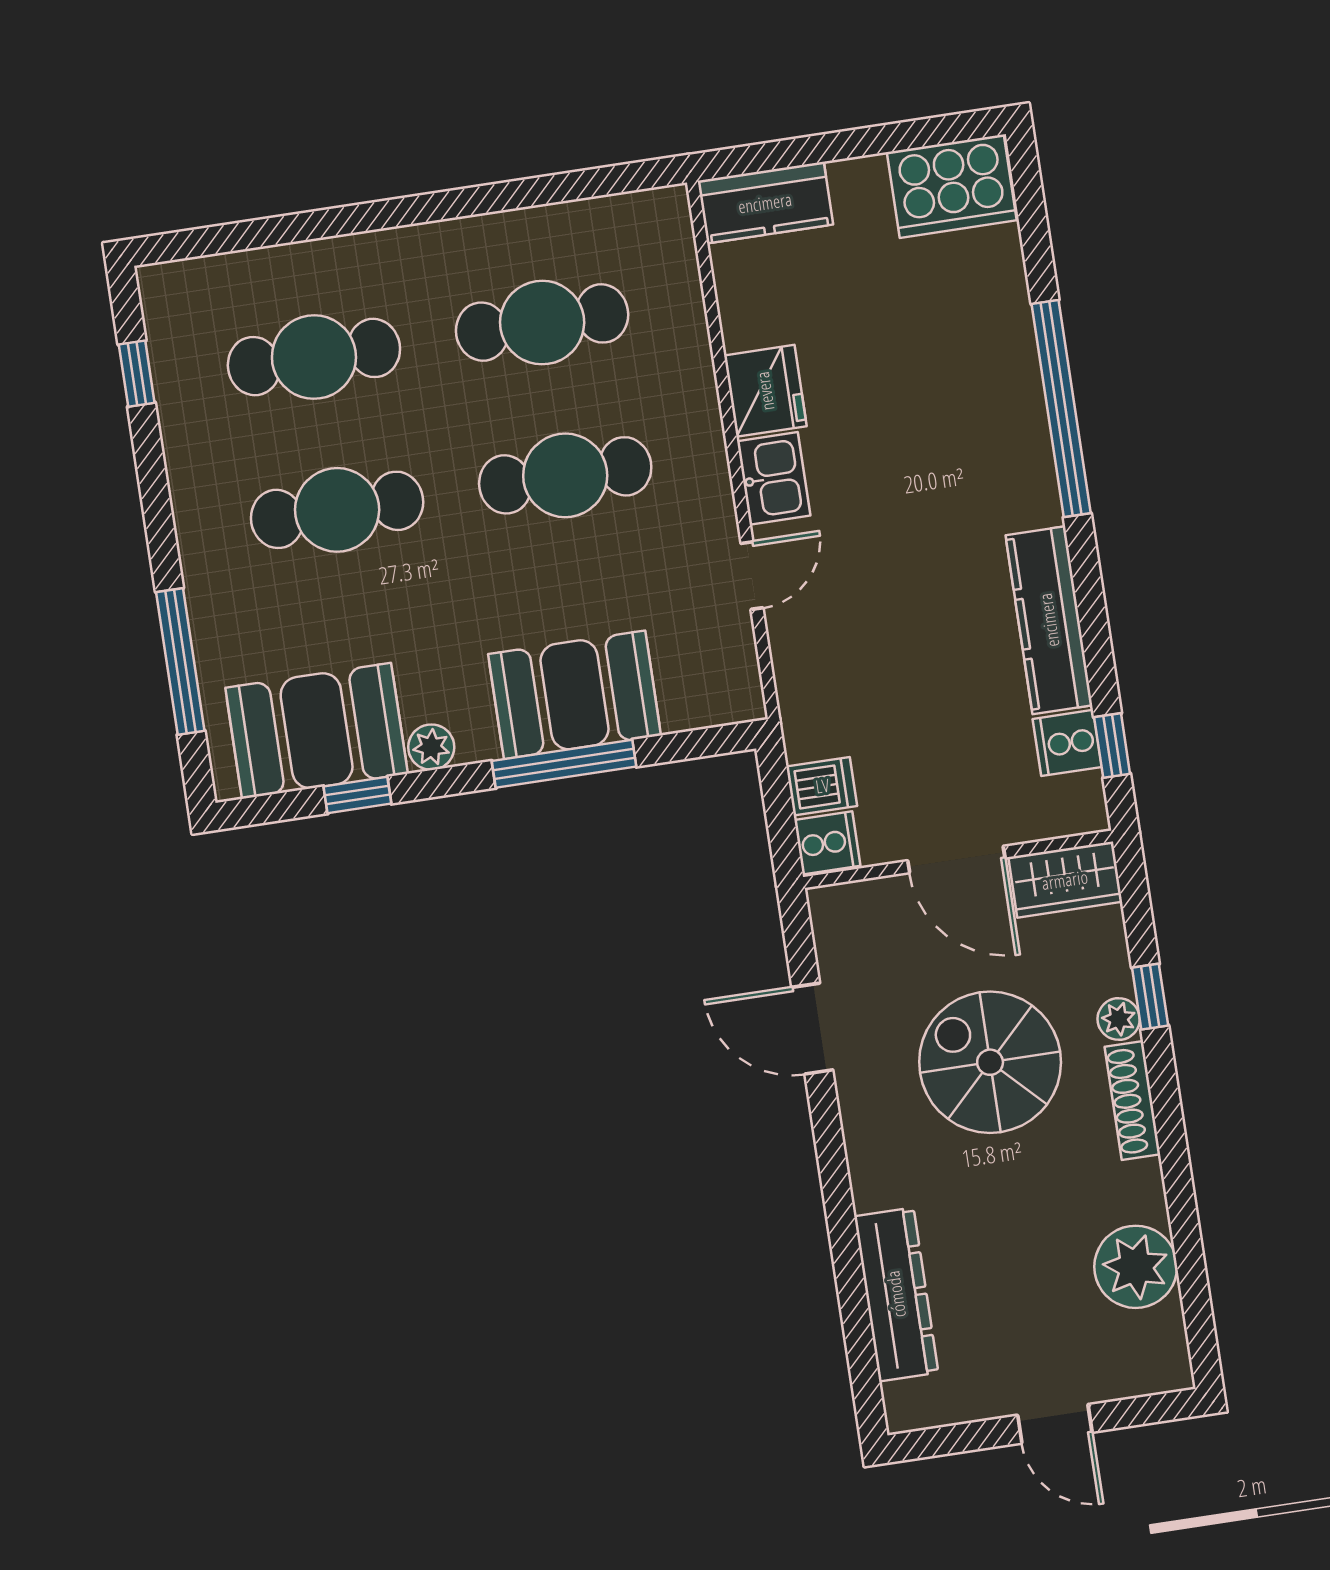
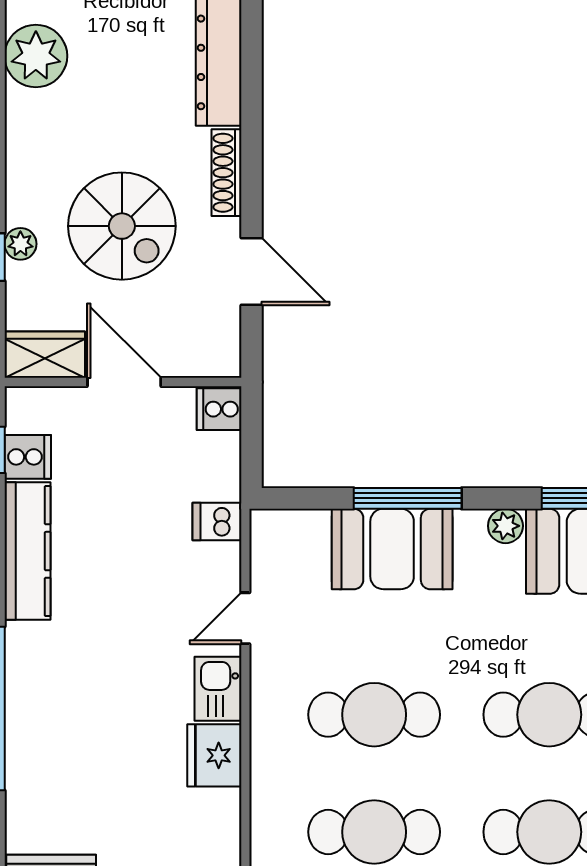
dishwasher: (822, 786) -> (217, 521), moved
shoe rack: (1132, 1101) -> (226, 173), moved, turned 180

